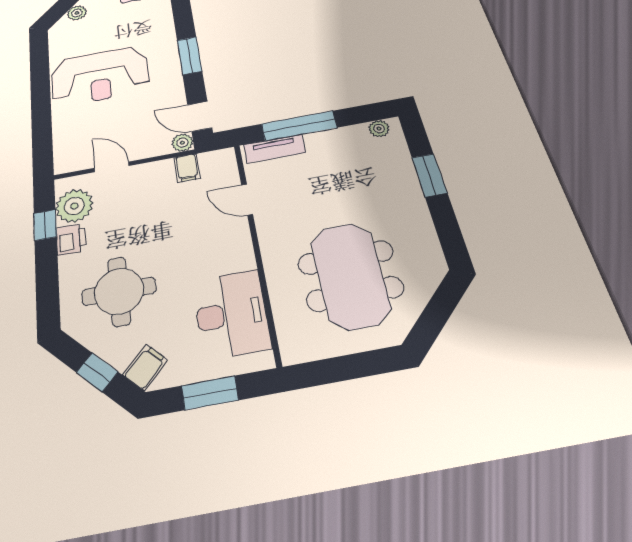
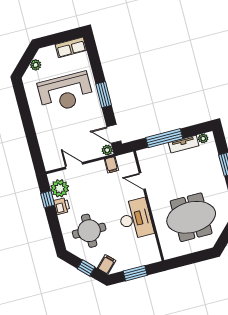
reception desk: (100, 76) -> (65, 92), moved
tv unit: (274, 149) -> (184, 144), moved
meeting table: (350, 275) -> (191, 217), turned 90
desk: (231, 314) -> (135, 219), moved

